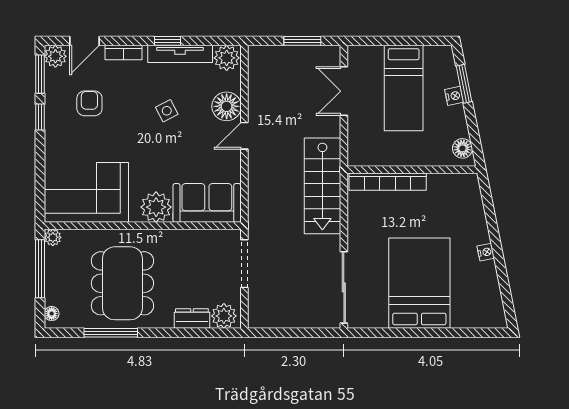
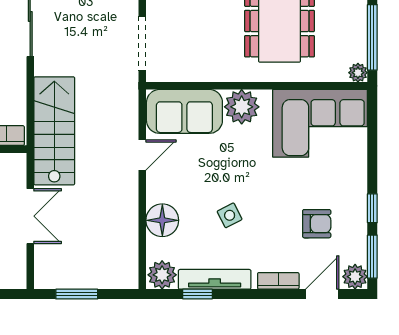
window: (167, 41) -> (197, 294), moved
double door: (344, 91) -> (30, 216), moved
armchair: (89, 103) -> (317, 224), turned -90
door: (244, 136) -> (142, 155), moved

